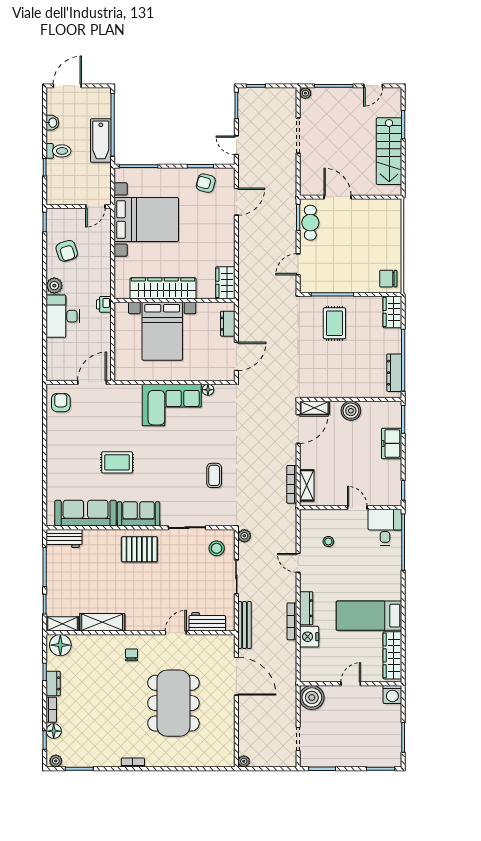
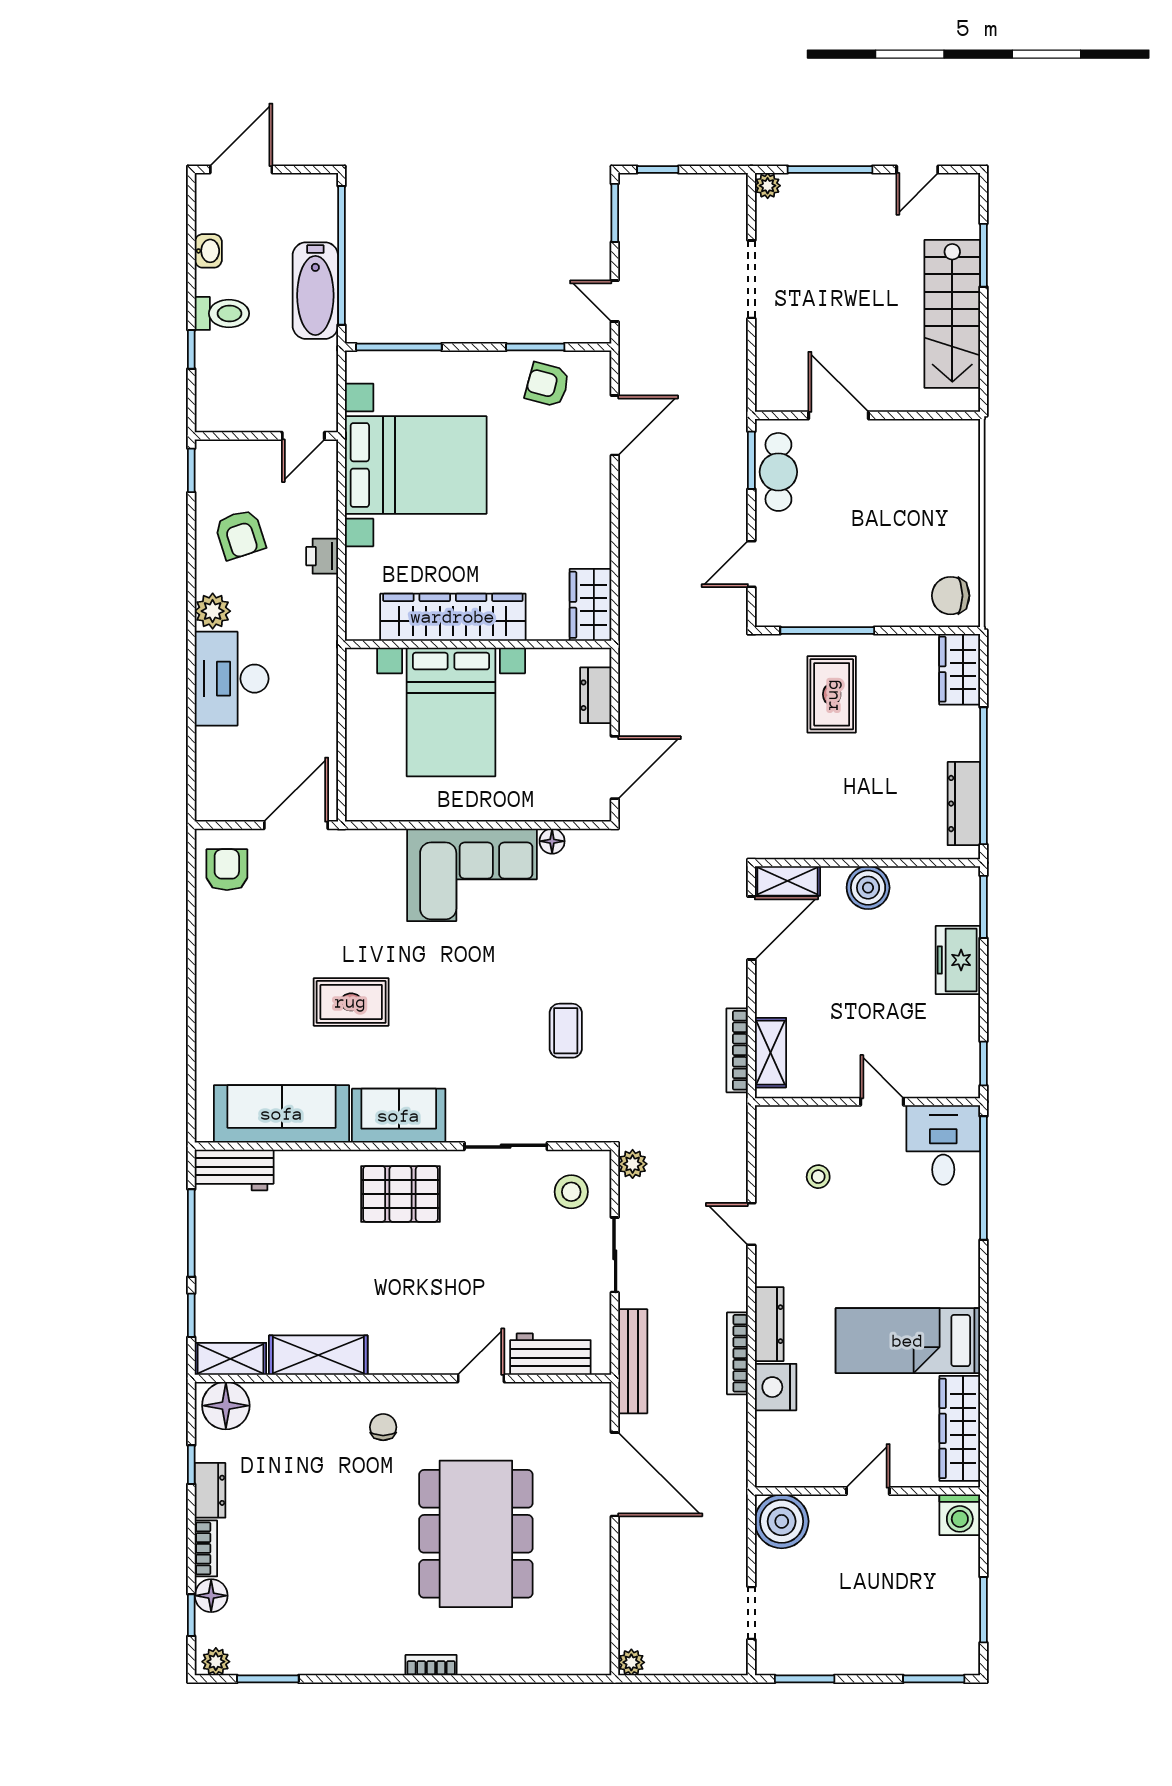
printer: (104, 304) -> (322, 556), moved
bookcase: (133, 763) -> (431, 1665), moved

